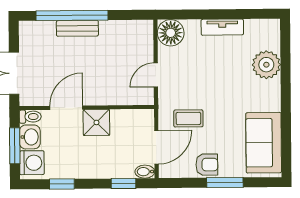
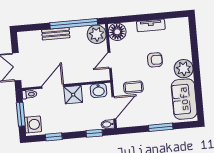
window: (72, 15) -> (74, 24), moved
plant: (139, 34) -> (97, 34), added
plant: (266, 65) -> (184, 69), moved
washbasin: (30, 137) -> (99, 90), moved, turned 90
armchair: (207, 165) -> (155, 60), moved

